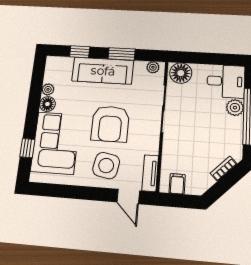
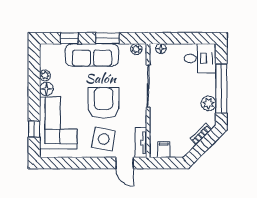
floor lamp: (181, 73) -> (161, 49), width x0.53, depth x0.53
plant: (235, 108) -> (208, 103), moved
armchair: (110, 124) -> (104, 103), turned 180

